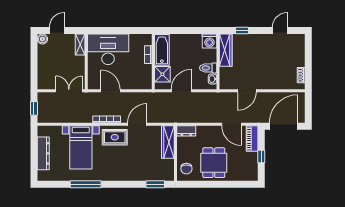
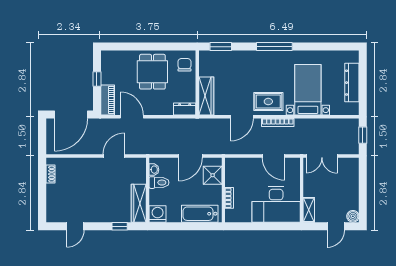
bathtub: (162, 50) -> (200, 214), moved, turned 90
window: (86, 184) -> (274, 47), moved

